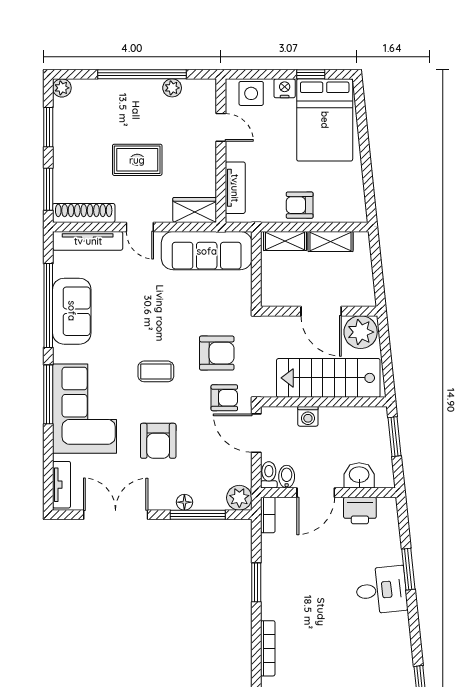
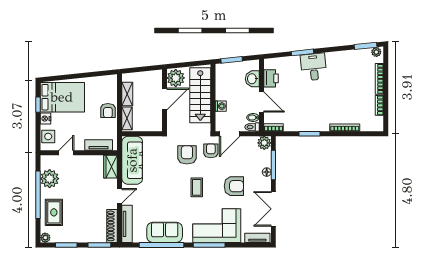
plant: (172, 88) -> (50, 179), width x1.87, depth x1.87
rug: (137, 160) -> (54, 212), moved

